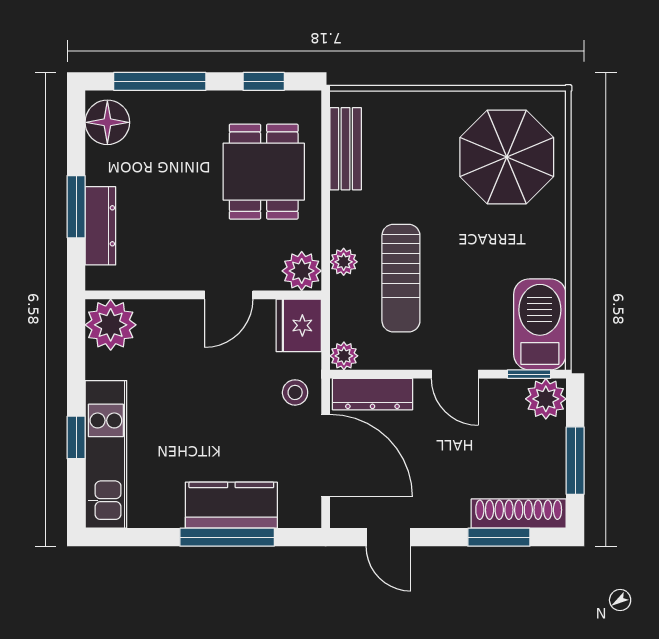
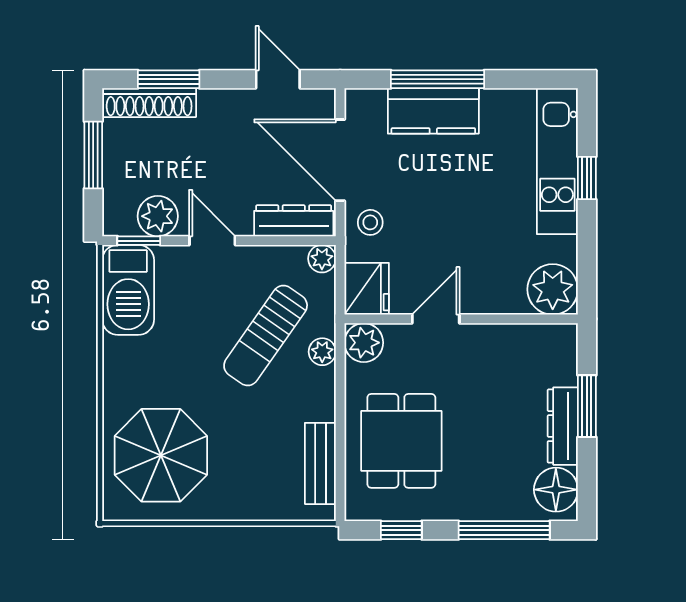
dresser: (100, 226) -> (563, 426), moved
sun lounger: (401, 278) -> (266, 336), turned -145
plant: (546, 399) -> (158, 216), moved

